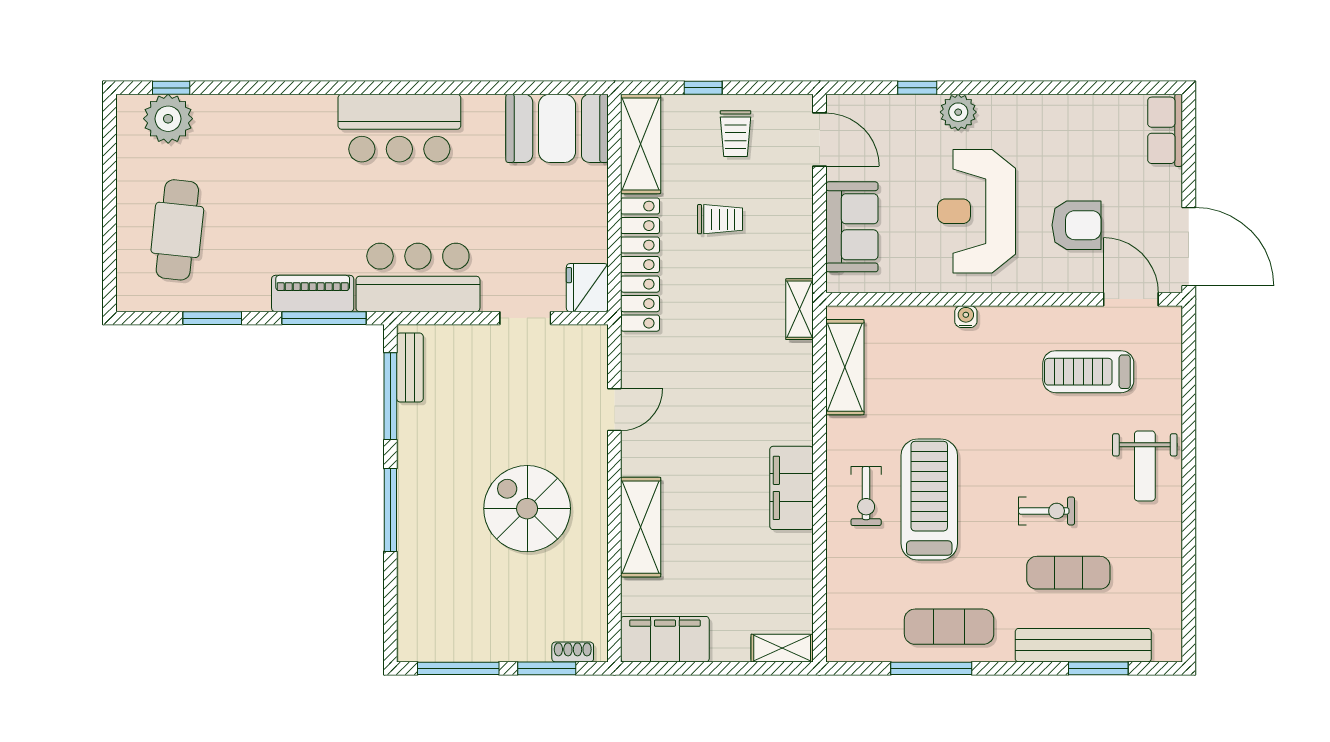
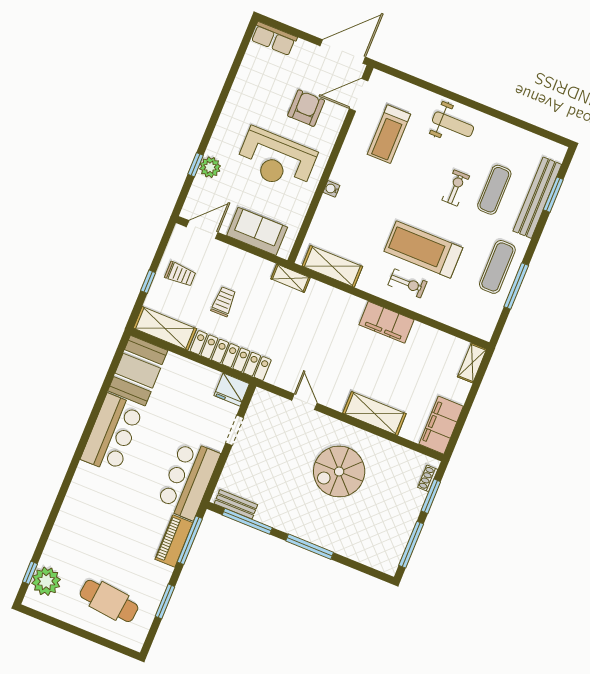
plant: (958, 112) -> (210, 167), moved
bar counter: (399, 128) -> (112, 433), moved

